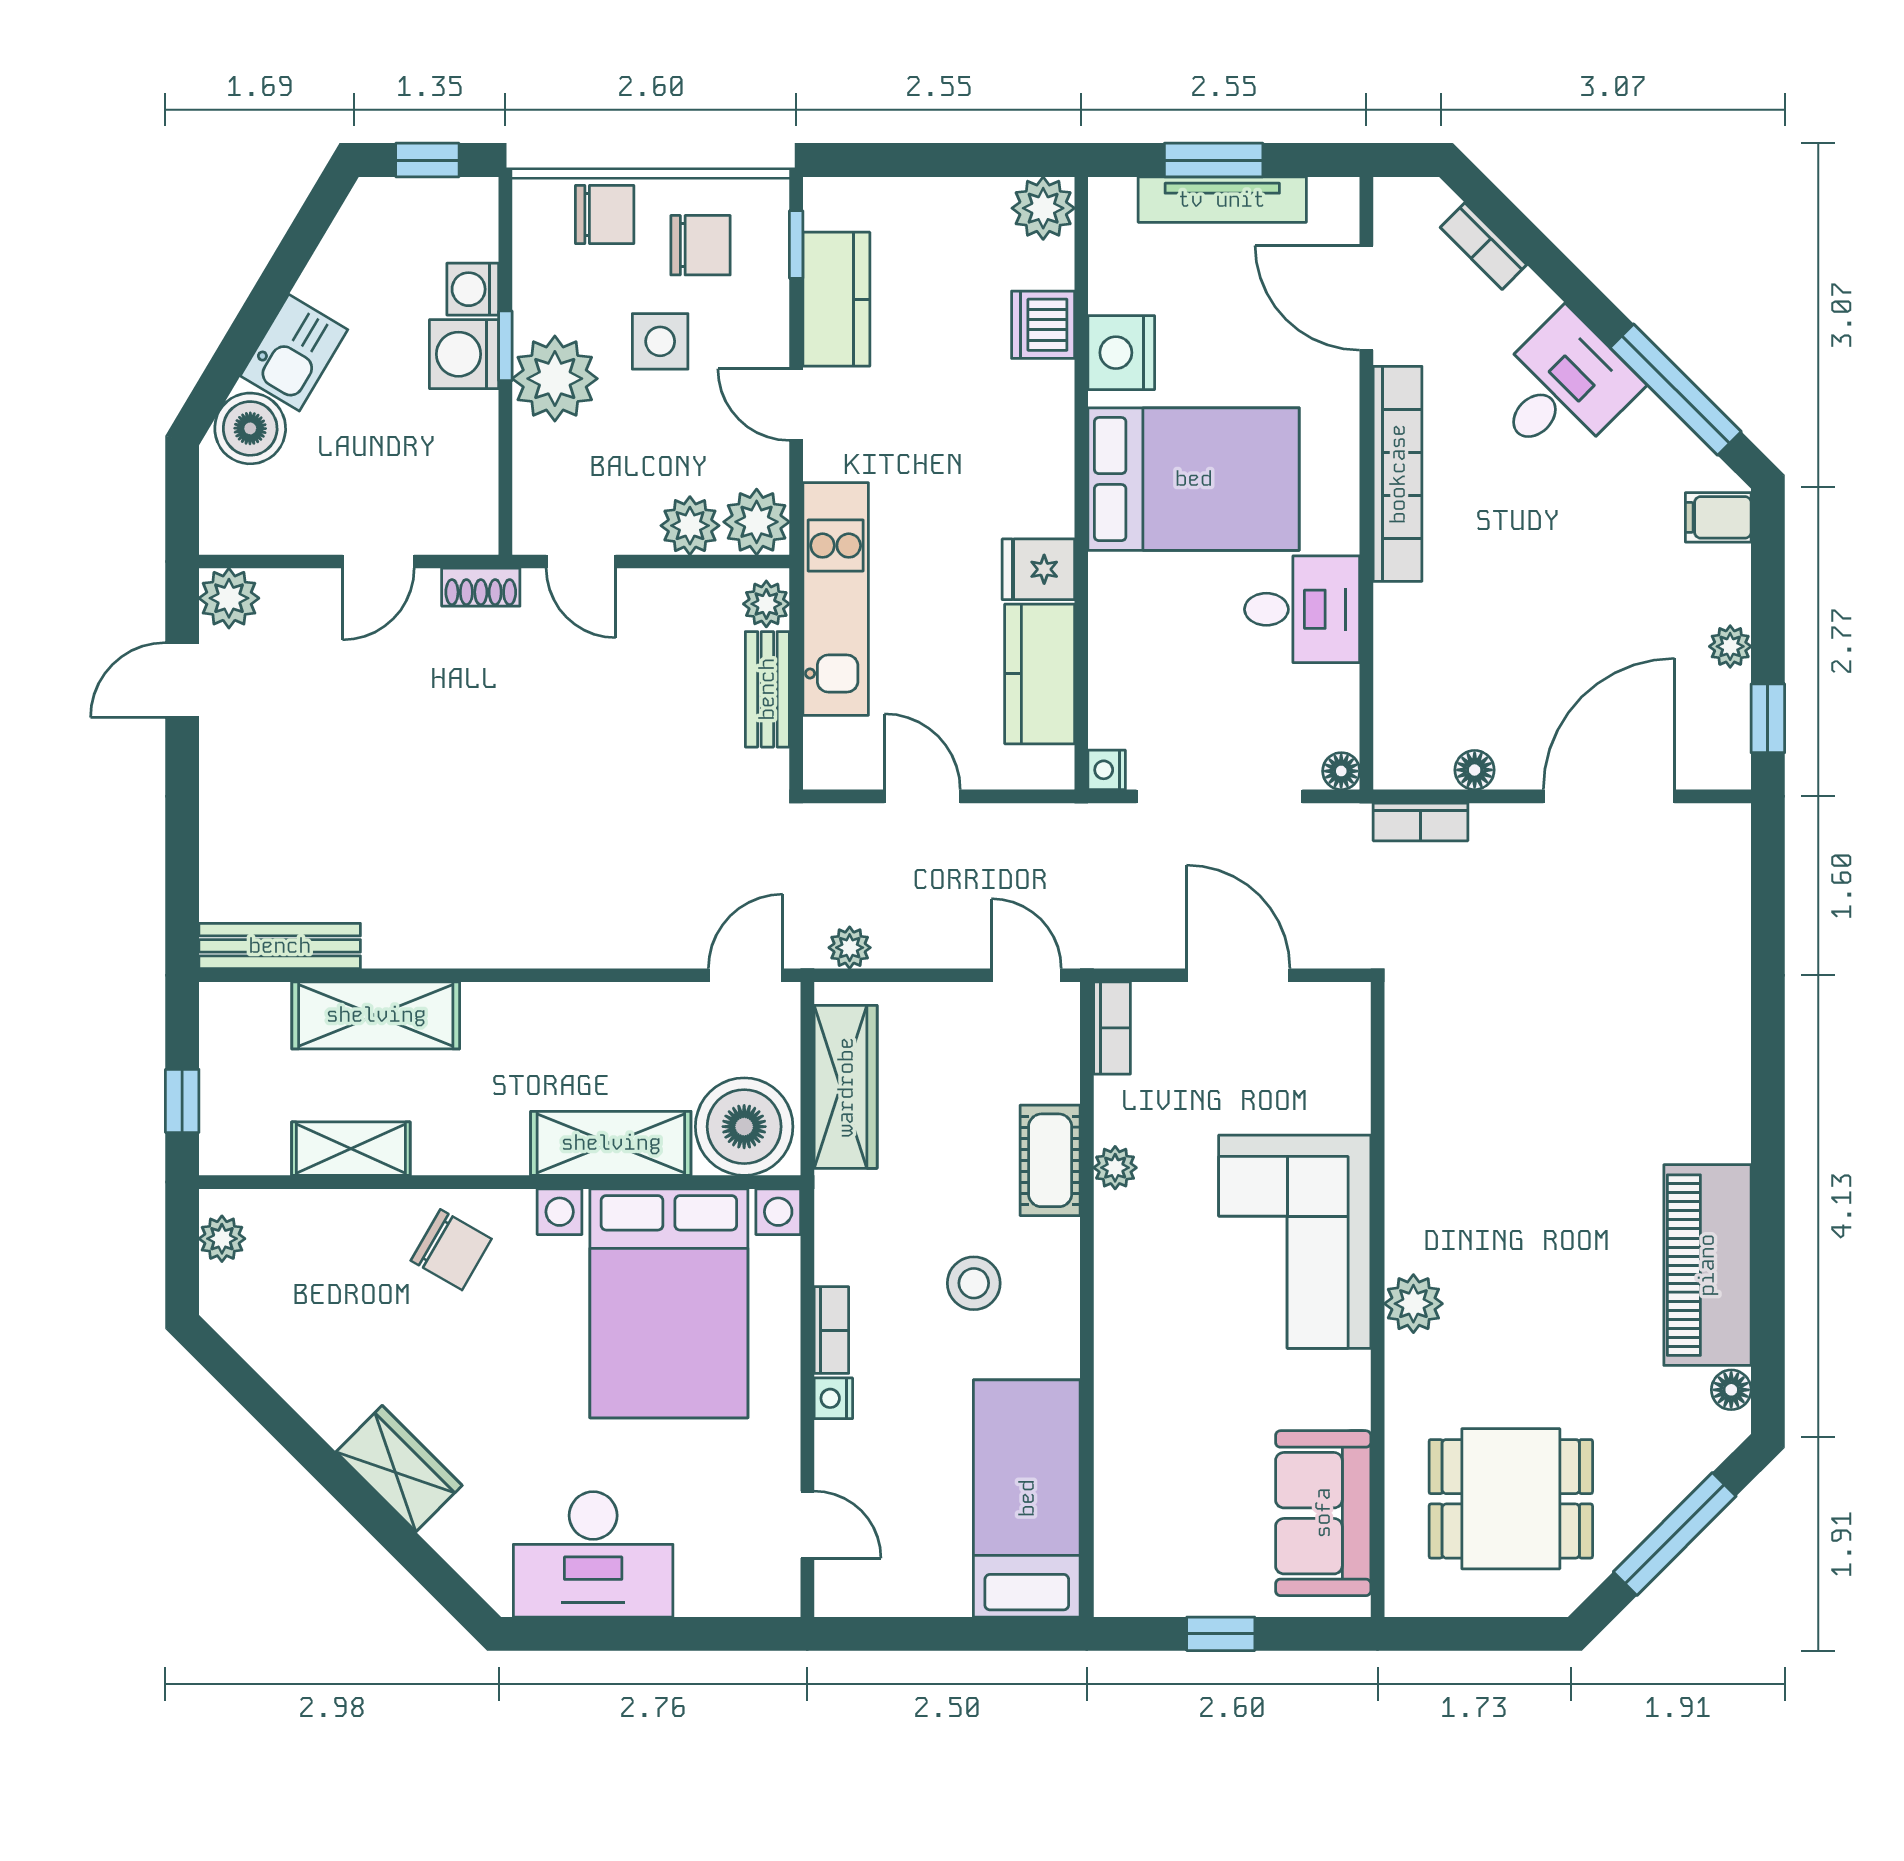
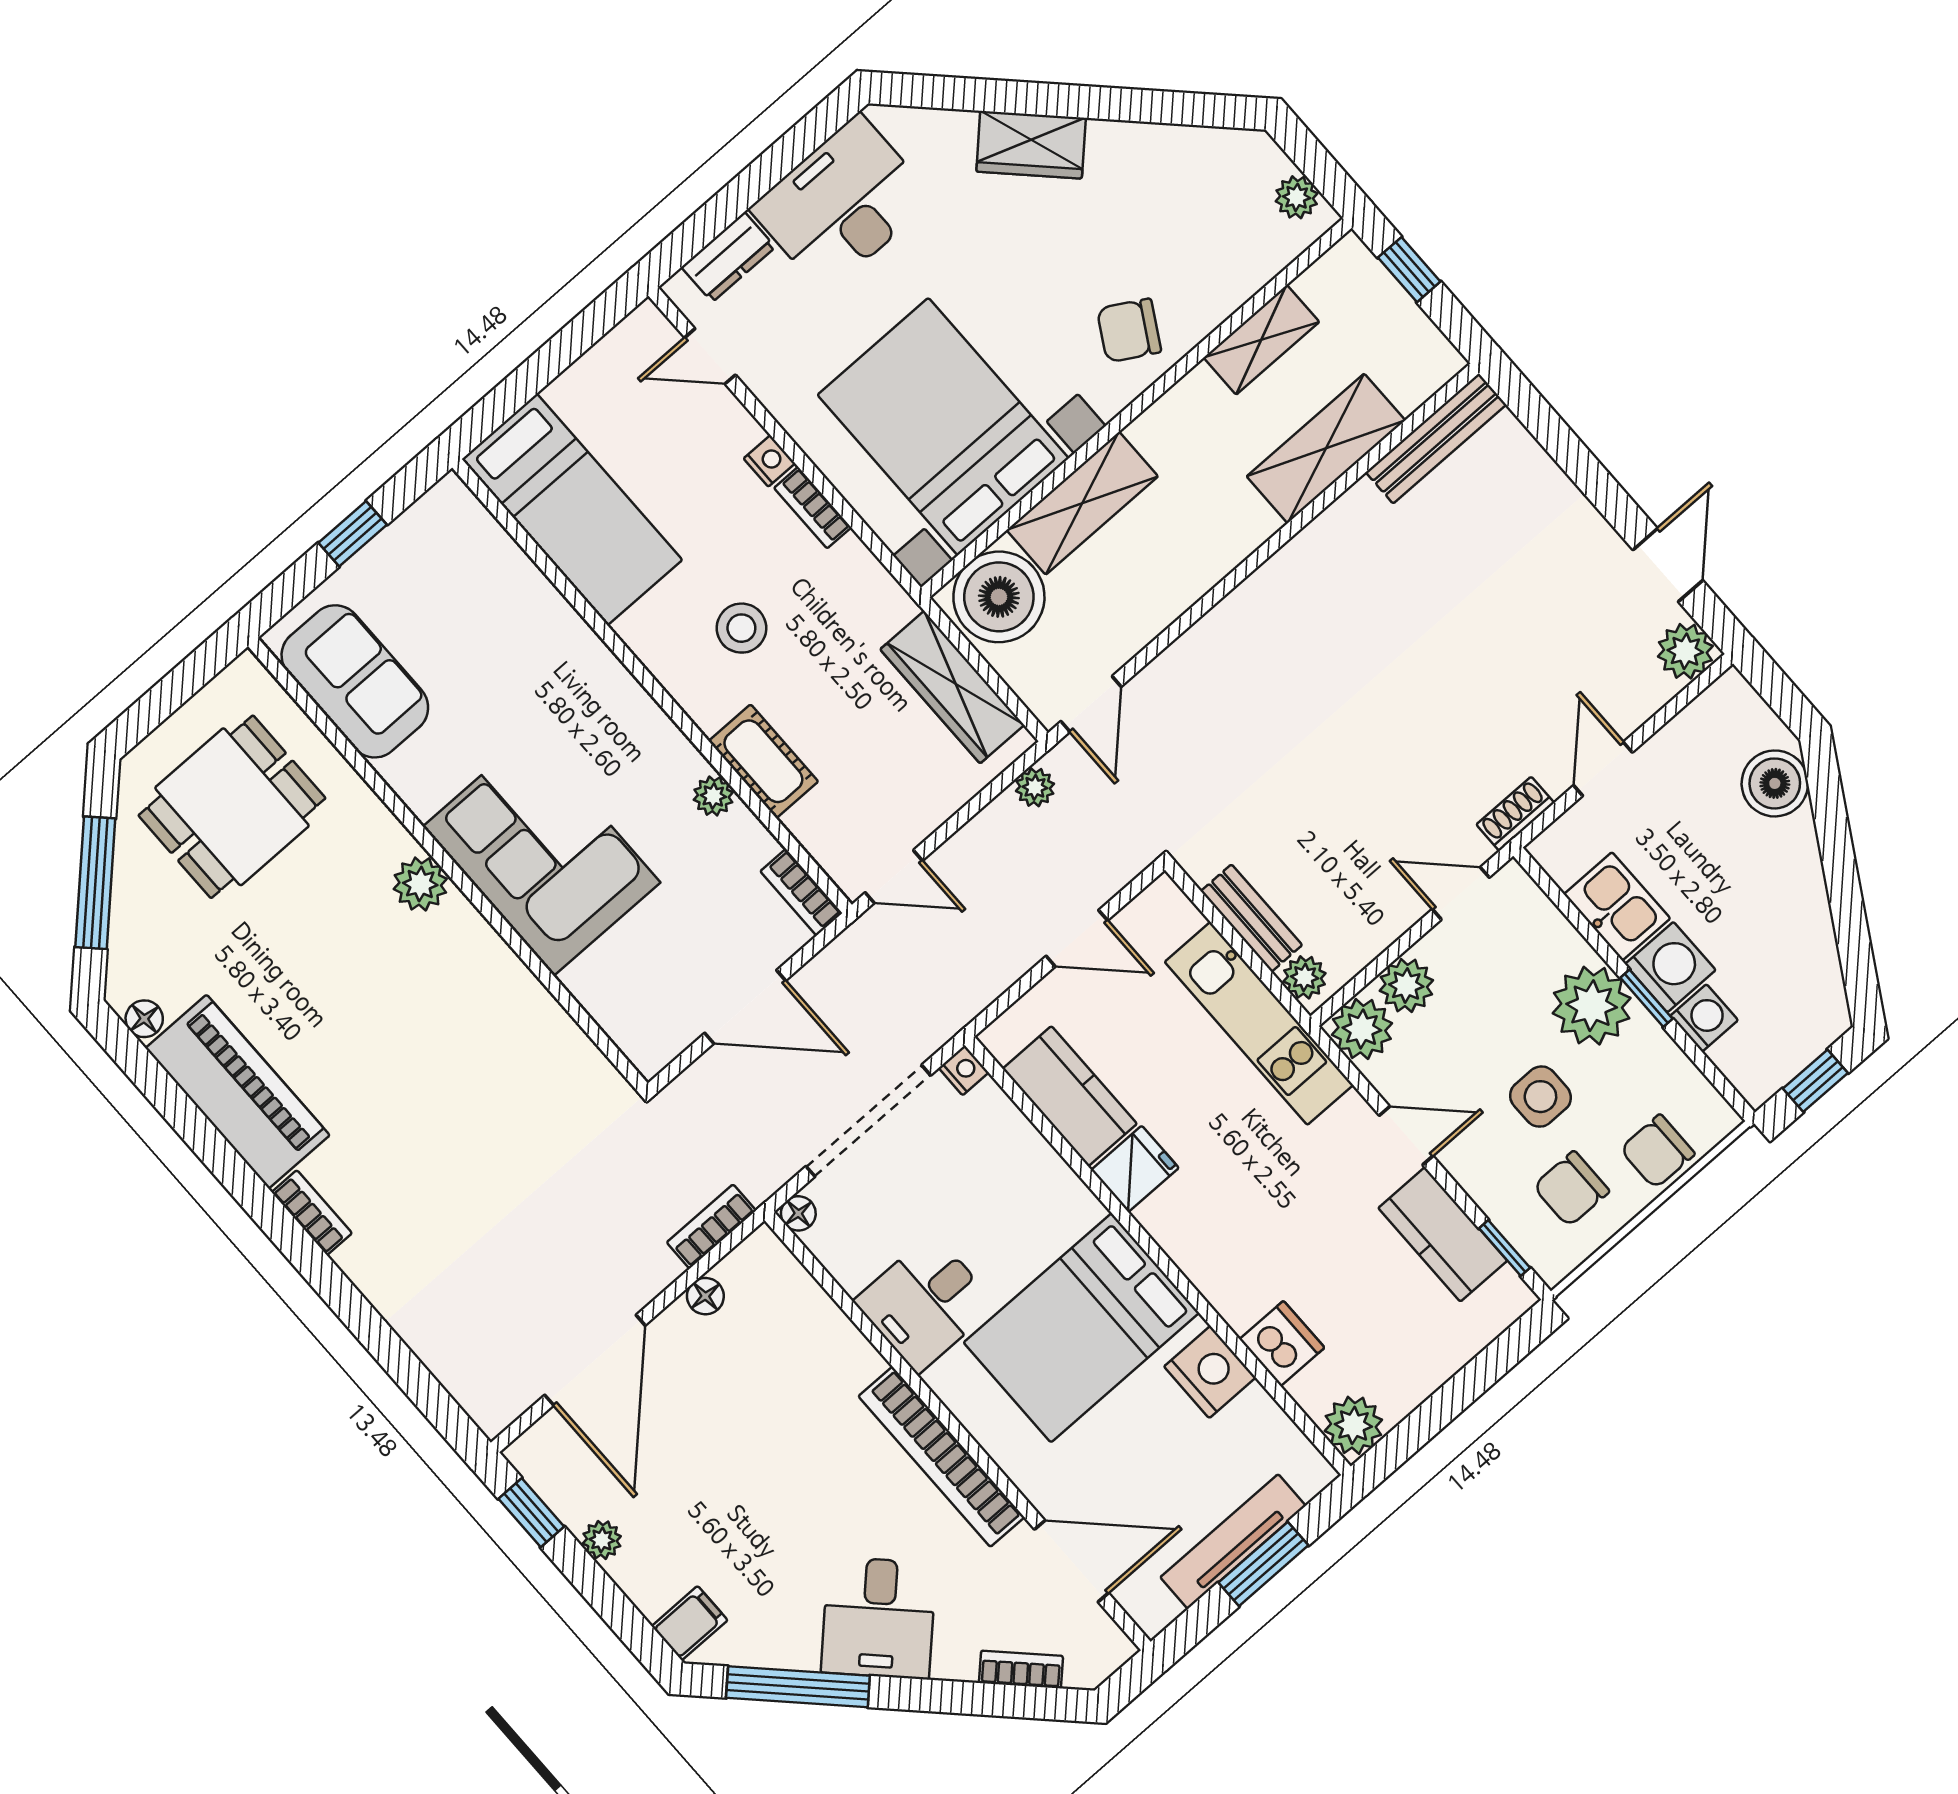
kitchen sink: (294, 353) -> (1617, 906), moved, turned 149
bookcase: (1733, 1115) -> (312, 1213), added
dresser: (723, 1592) -> (728, 257), added

